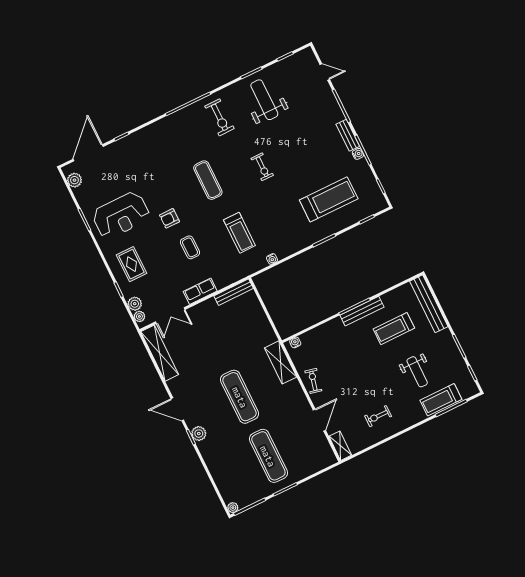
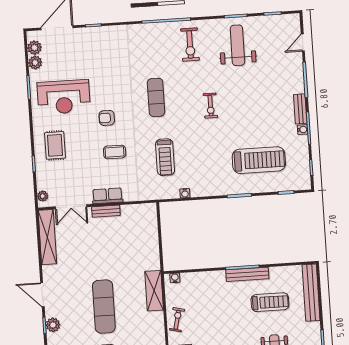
door: (325, 72) -> (303, 43), swing flipped
coffee table: (190, 247) -> (115, 152), turned 90
bench: (234, 292) -> (106, 211), moved, width x0.73
plant: (135, 304) -> (35, 63), moved
treadmill: (394, 329) -> (270, 302), turned 180

